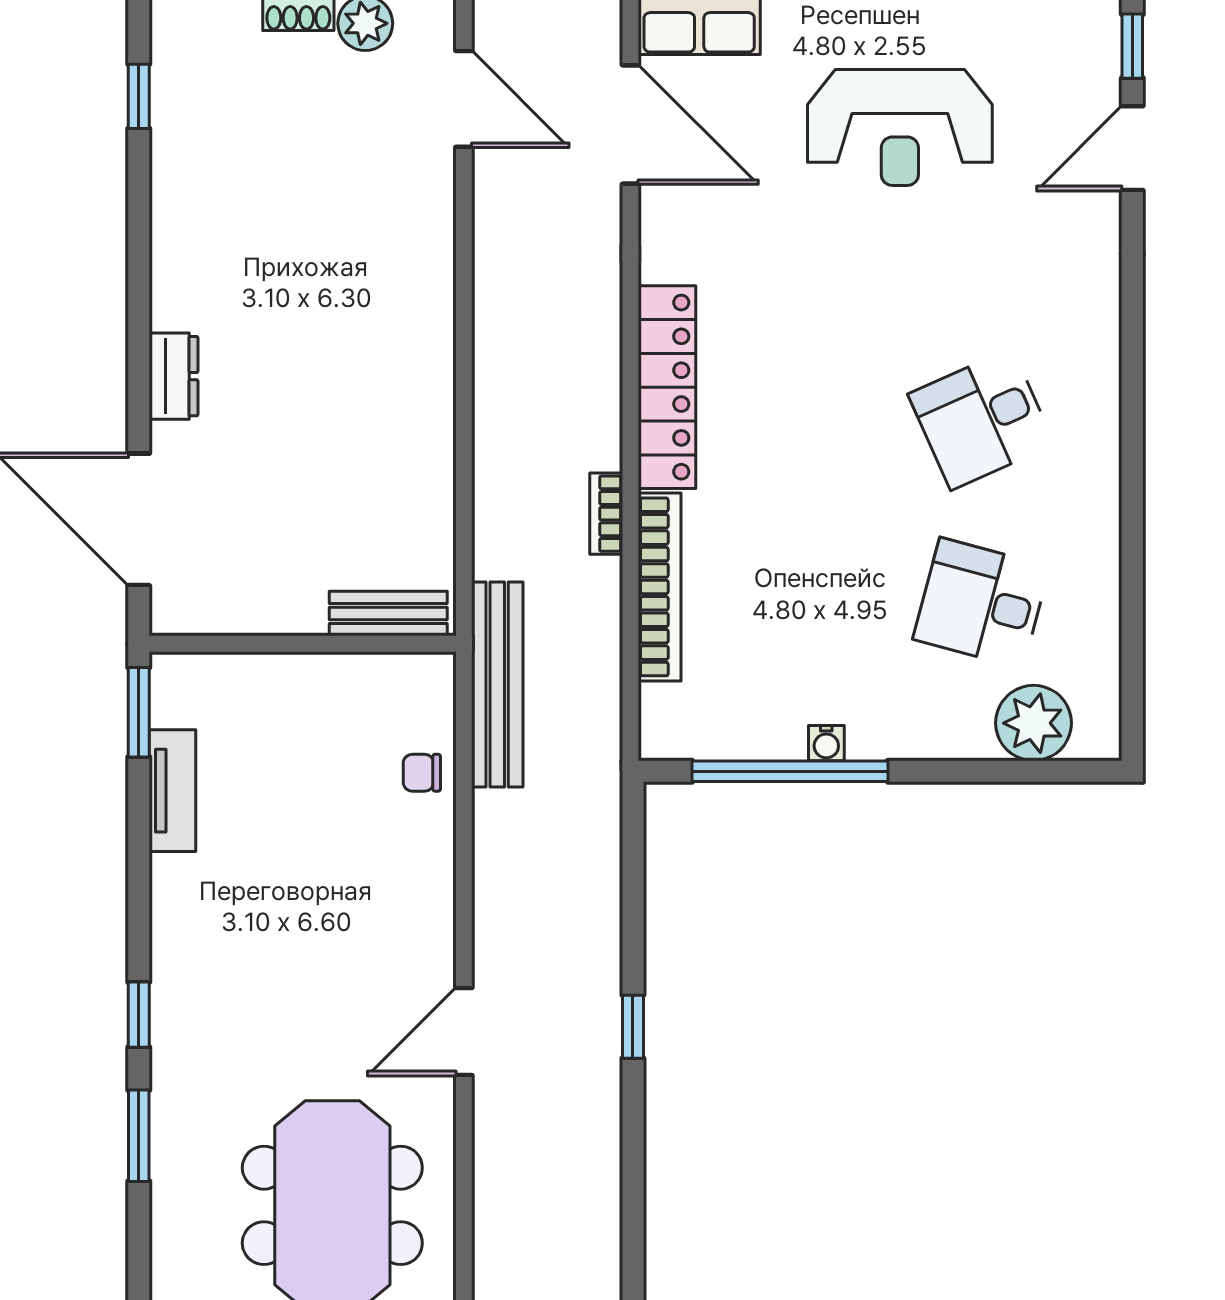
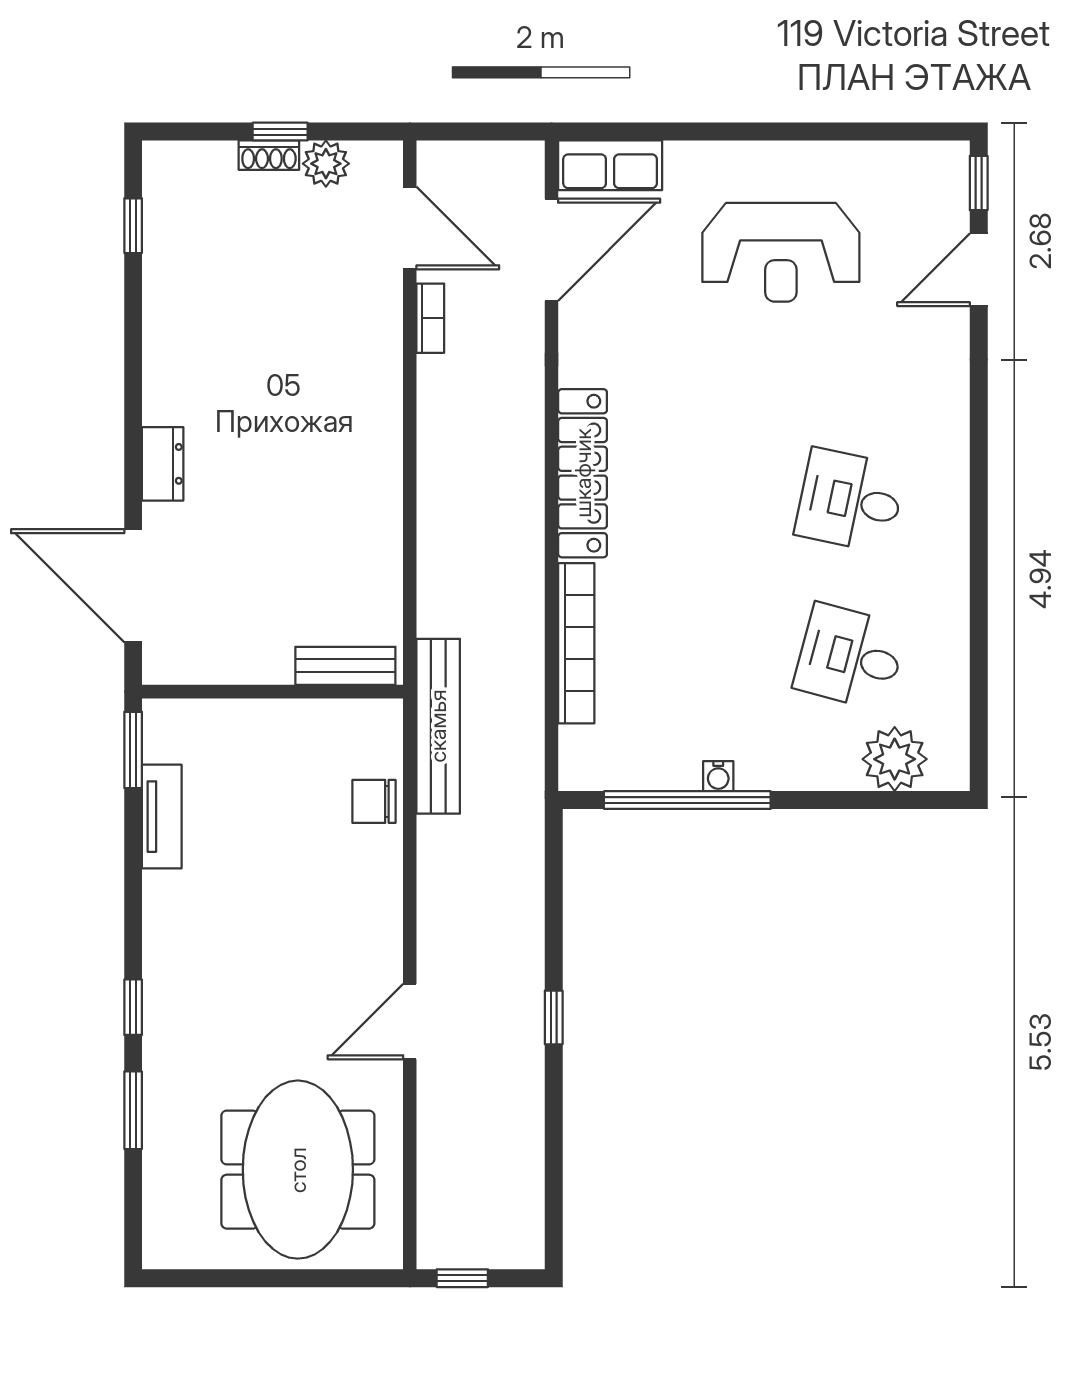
door: (630, 125) -> (551, 250), hinge flipped
desk: (981, 419) -> (850, 501), turned 36
bookcase: (606, 514) -> (430, 318), moved, turned 180
chair: (422, 773) -> (374, 801), width x1.37, depth x1.37

